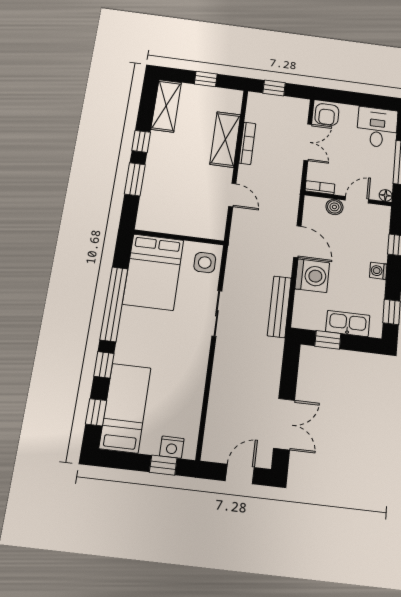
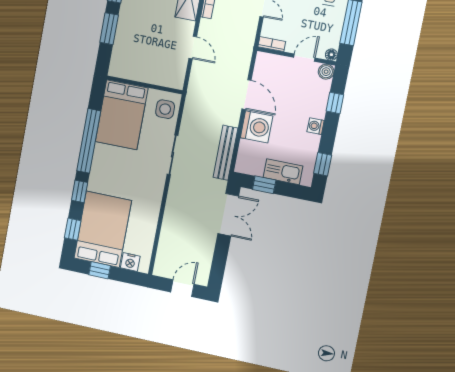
boiler: (334, 207) -> (326, 72), moved
bed: (125, 408) -> (103, 229), width x1.50
double door: (284, 424) -> (228, 215), moved
window: (163, 465) -> (100, 270), moved

